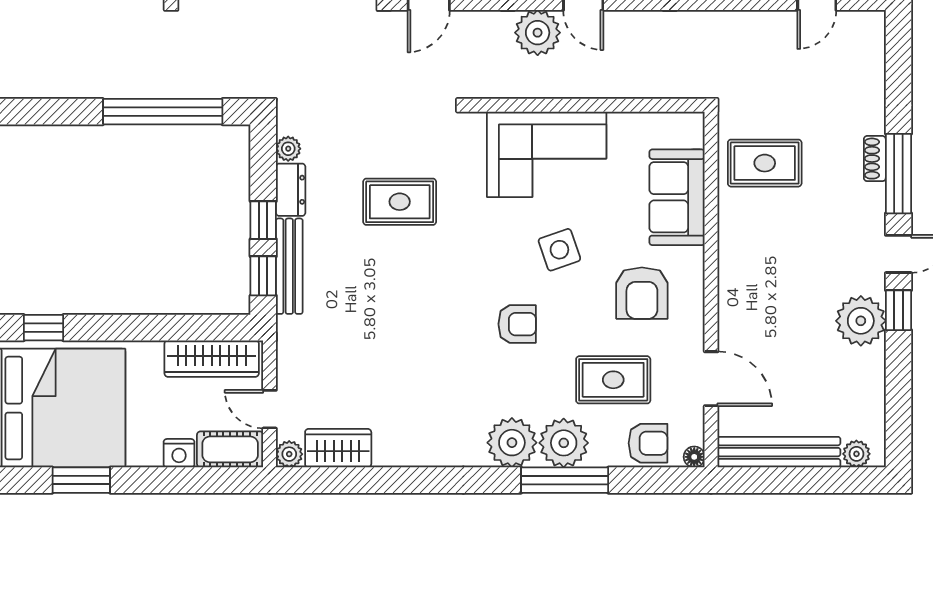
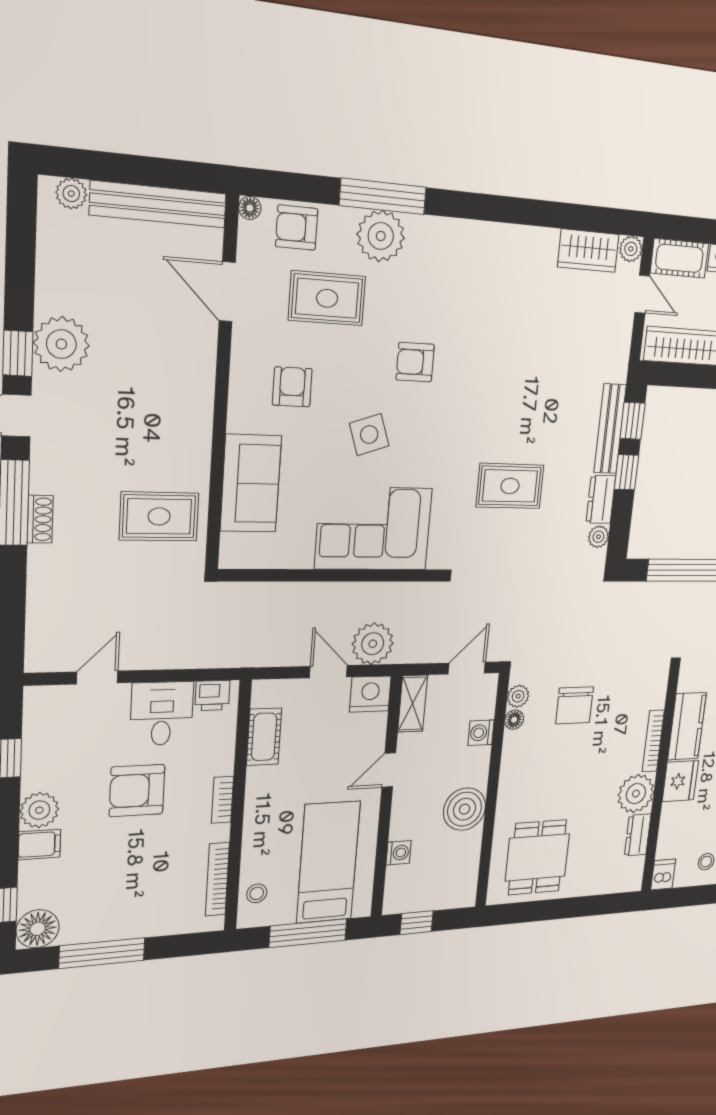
armchair: (642, 293) -> (292, 387), width x0.72, depth x0.72
plant: (512, 443) -> (430, 241), removed

